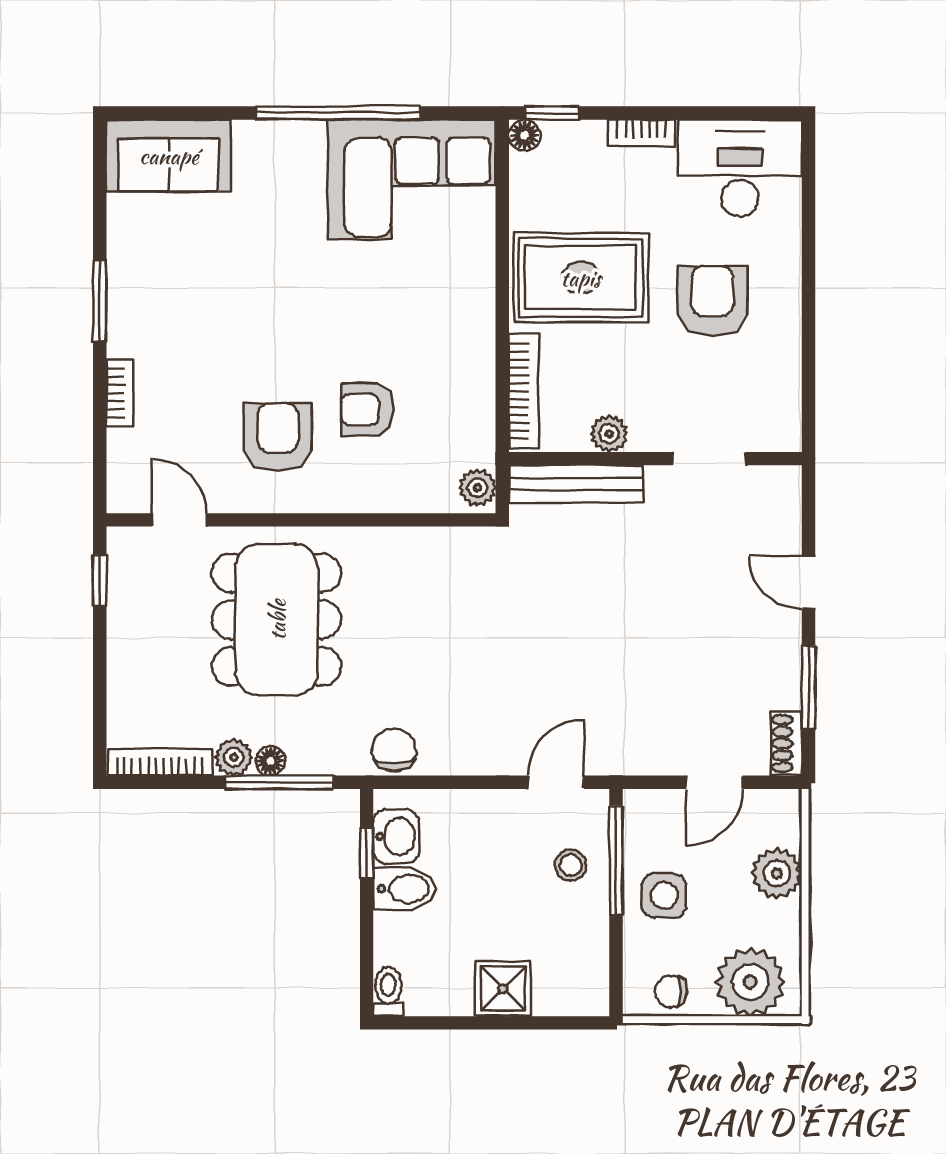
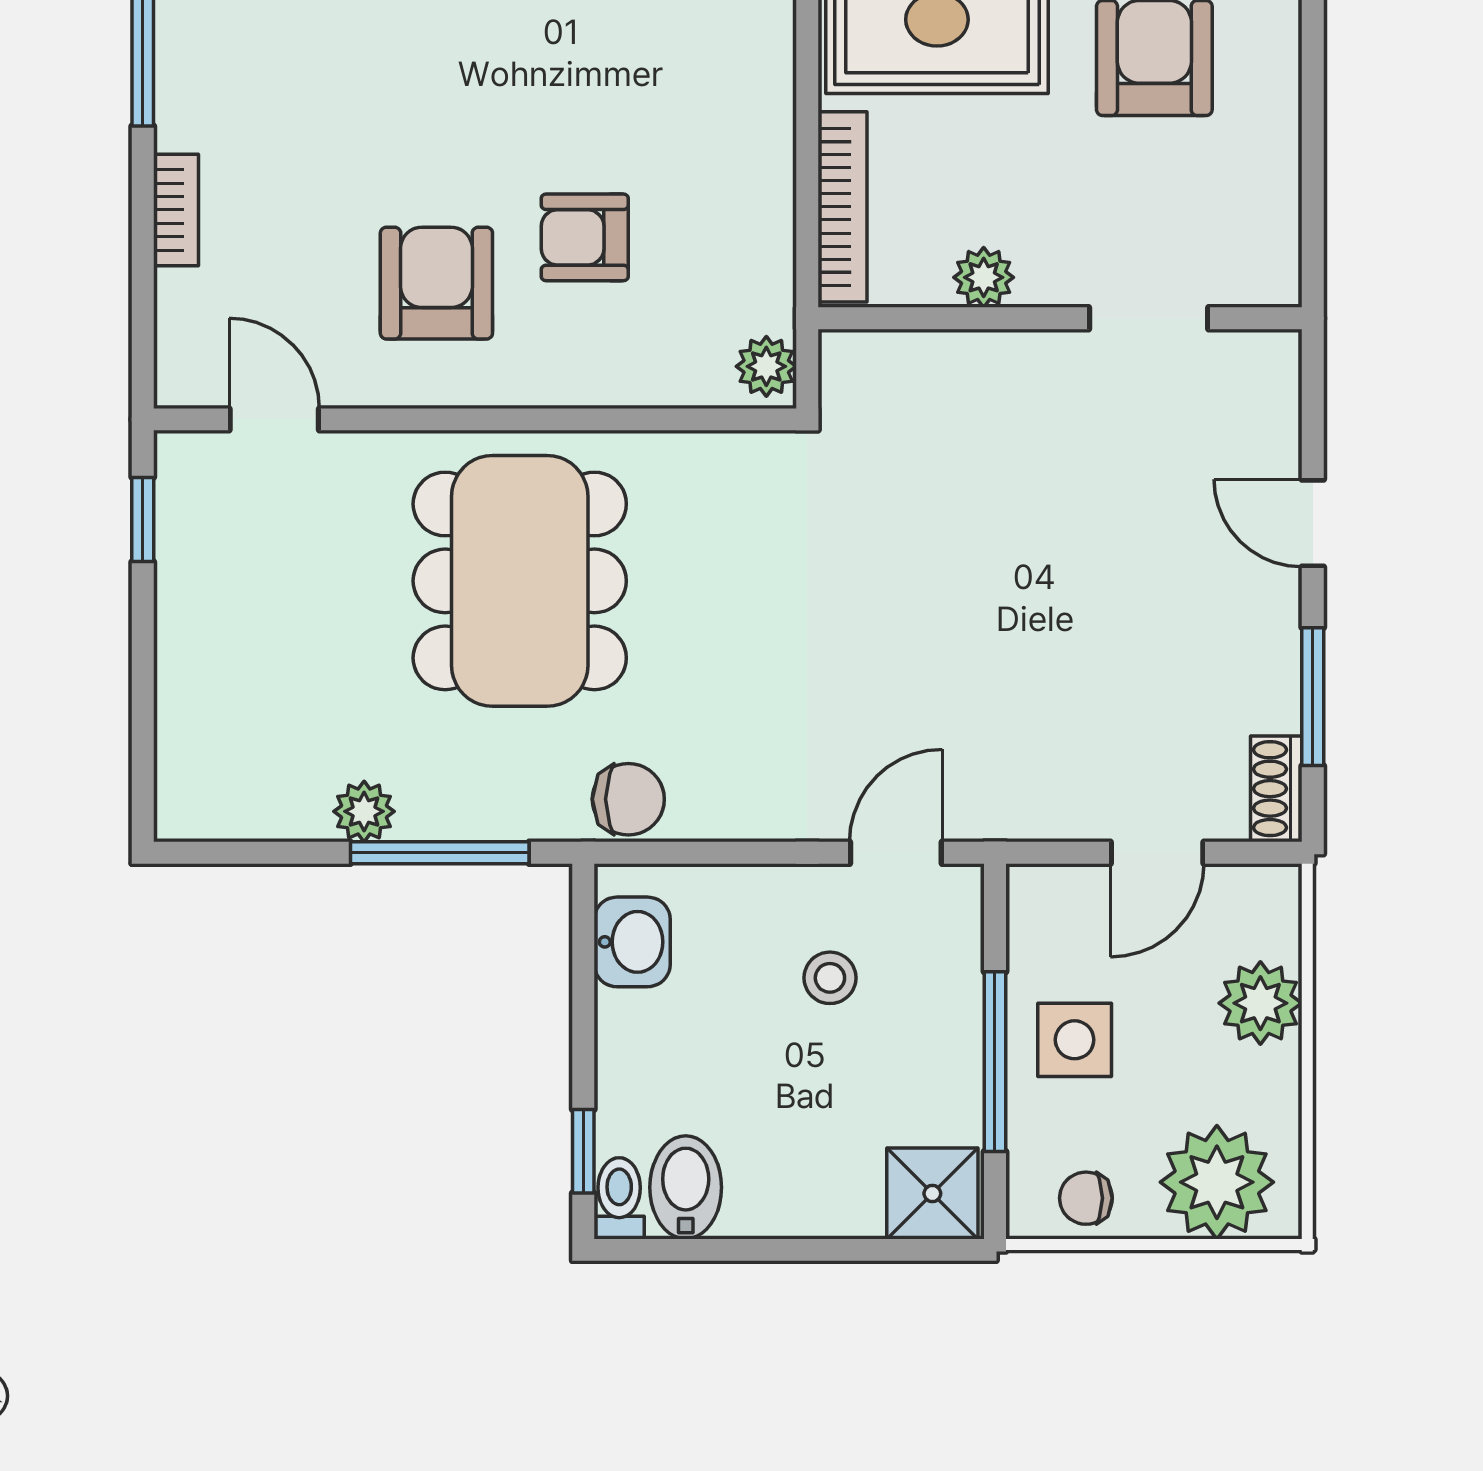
bench: (576, 484) -> (929, 360), removed
dining table: (277, 620) -> (520, 581), moved
chair: (394, 750) -> (628, 799), turned 90
floor lamp: (270, 761) -> (425, 817), removed
bookcase: (160, 762) -> (242, 820), removed
window: (367, 853) -> (583, 1151), moved
window: (616, 860) -> (995, 1062), moved
stool: (571, 865) -> (830, 978), moved
bidet: (404, 889) -> (686, 1187), moved, turned -90
shower: (503, 989) -> (932, 1193), moved

